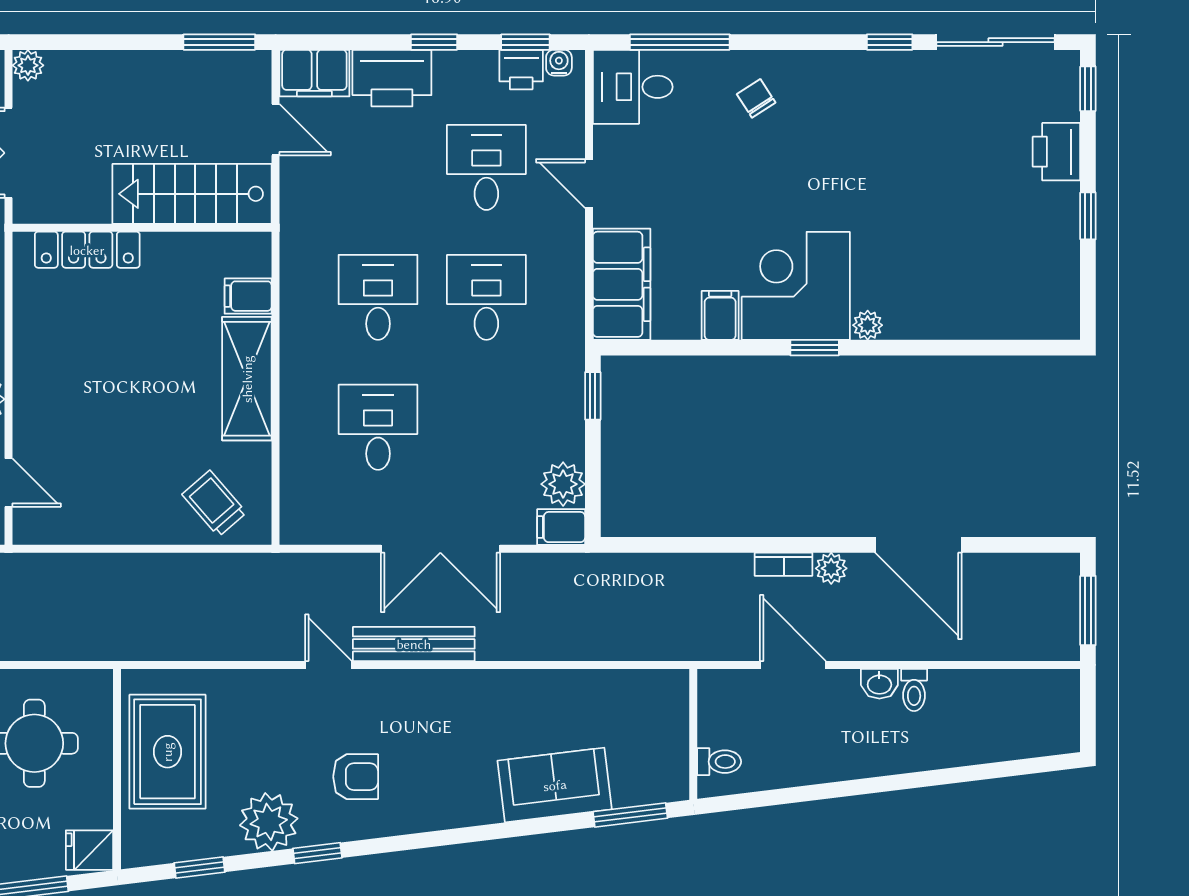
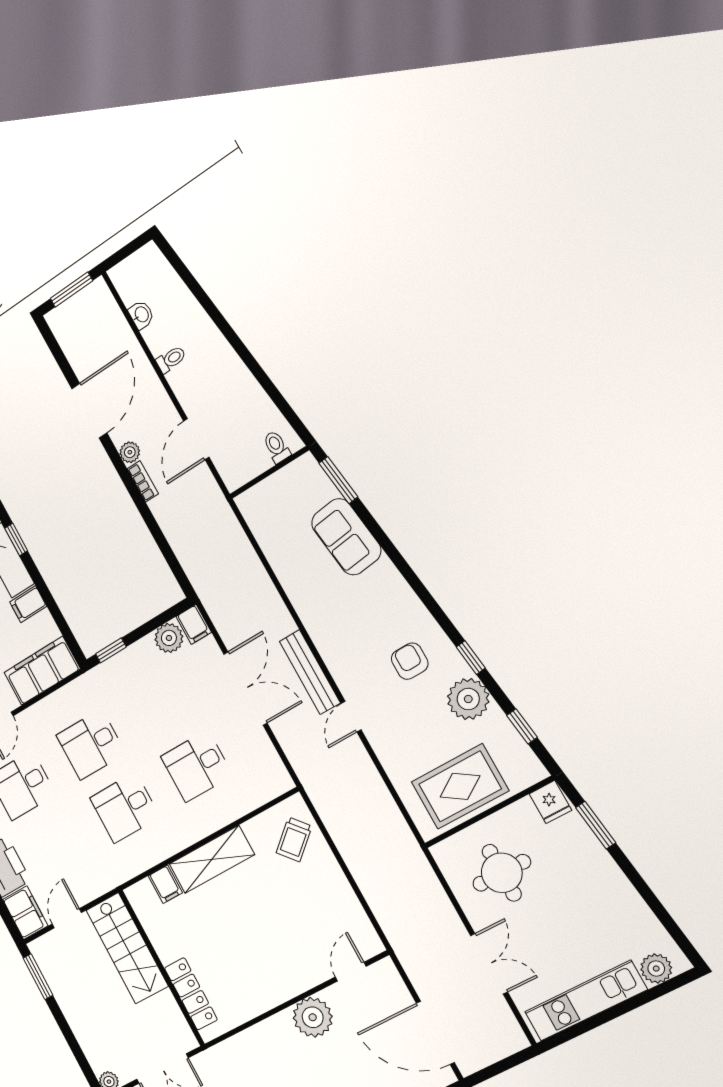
washbasin: (879, 684) -> (141, 315), moved

